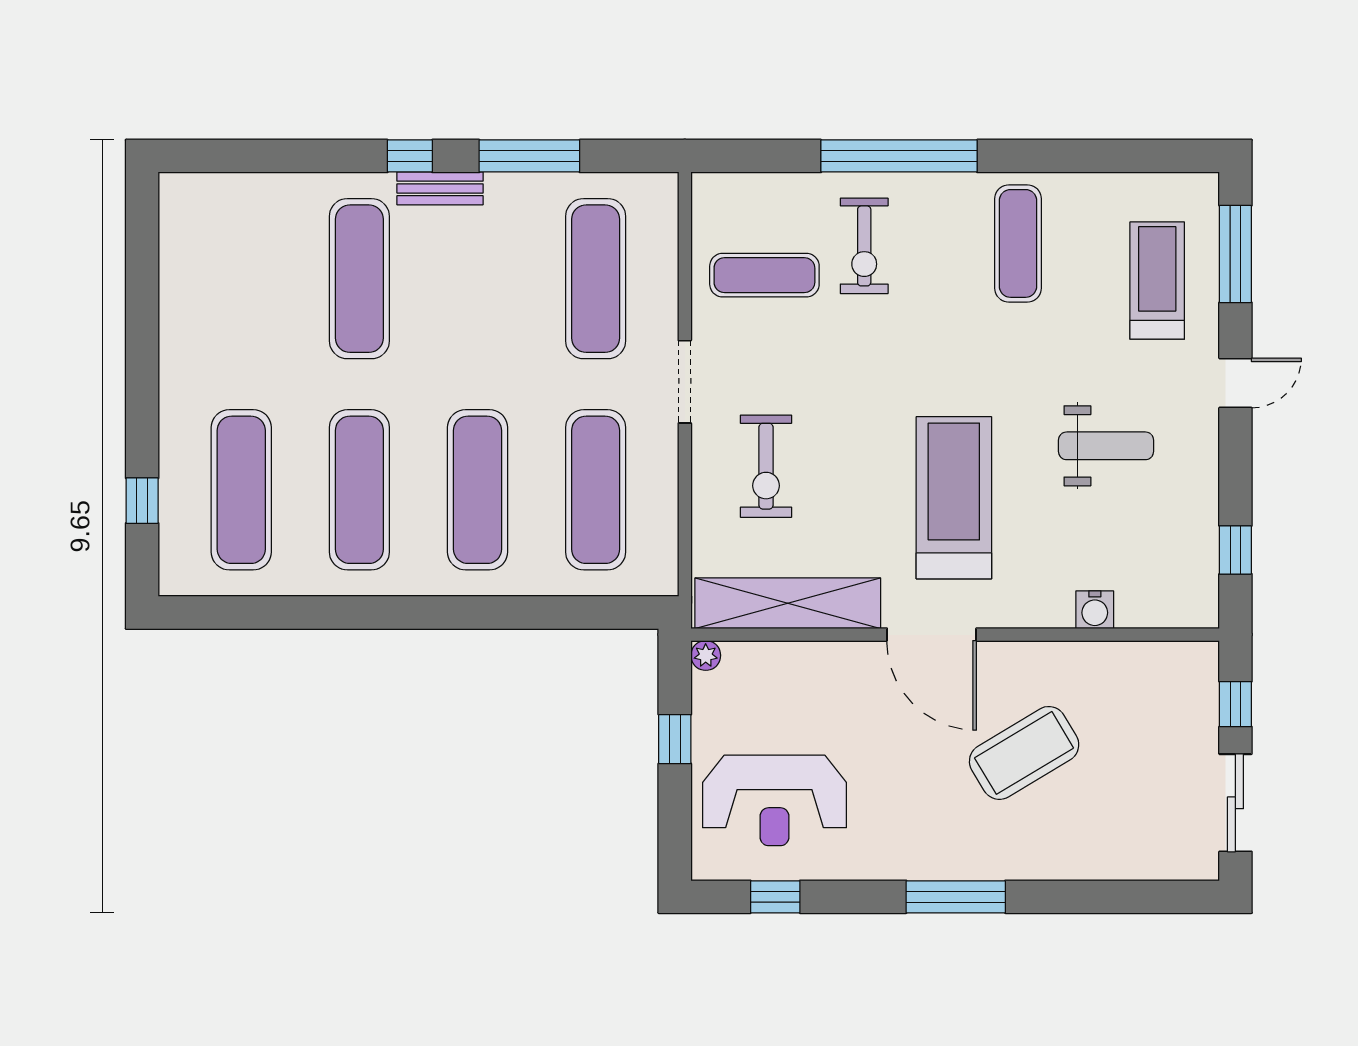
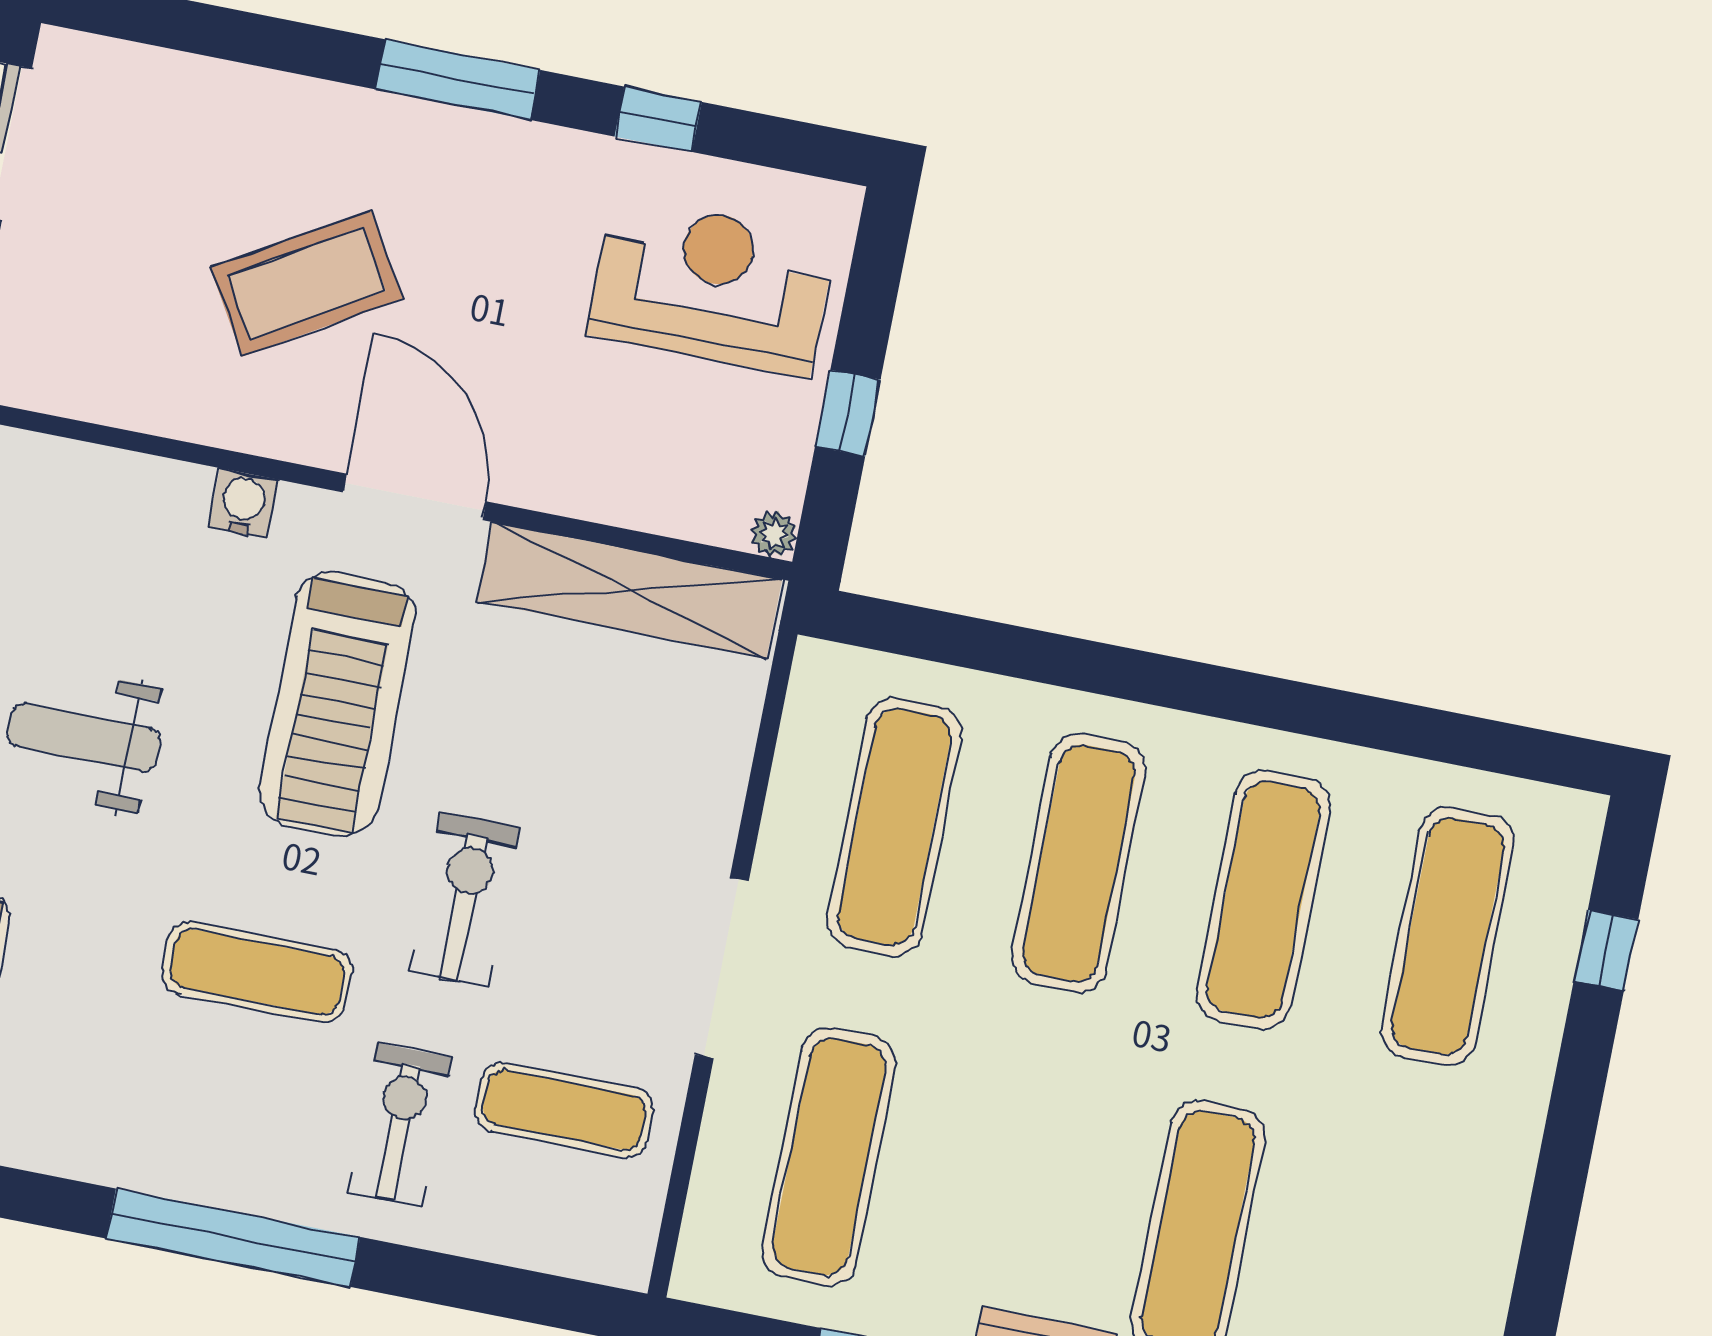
window: (899, 156) -> (233, 1238), moved
exercise mat: (1018, 243) -> (257, 972), moved, turned 90
doorway: (685, 382) -> (722, 968), width x1.36
exercise bike: (766, 466) -> (465, 899), moved
water cooler: (1095, 610) -> (243, 503), moved
window: (775, 897) -> (658, 119), moved

